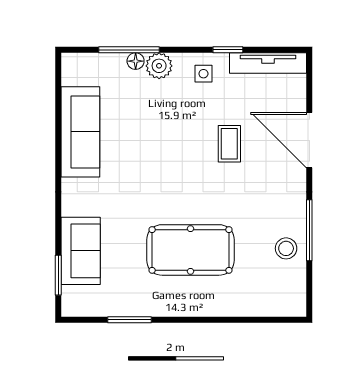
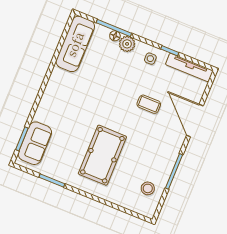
sofa: (80, 132) -> (75, 44), moved
coffee table: (229, 144) -> (149, 104), turned 90
stool: (286, 248) -> (148, 188), moved
pool table: (190, 250) -> (102, 155), turned 90
sofa: (81, 251) -> (35, 143), moved

